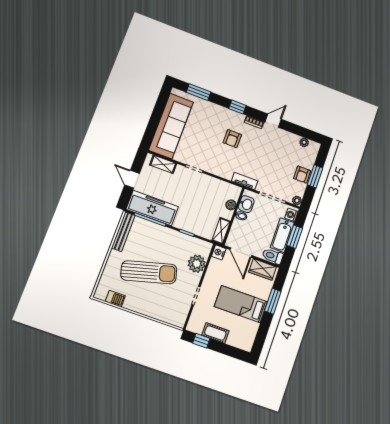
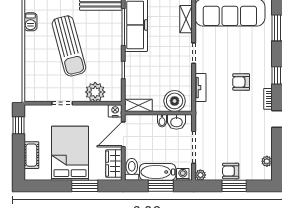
tv unit: (245, 181) -> (200, 88), moved
boiler: (231, 205) -> (175, 101), width x1.86, depth x1.86
bed: (241, 304) -> (70, 153), width x1.50
cot: (215, 333) -> (31, 155), moved

